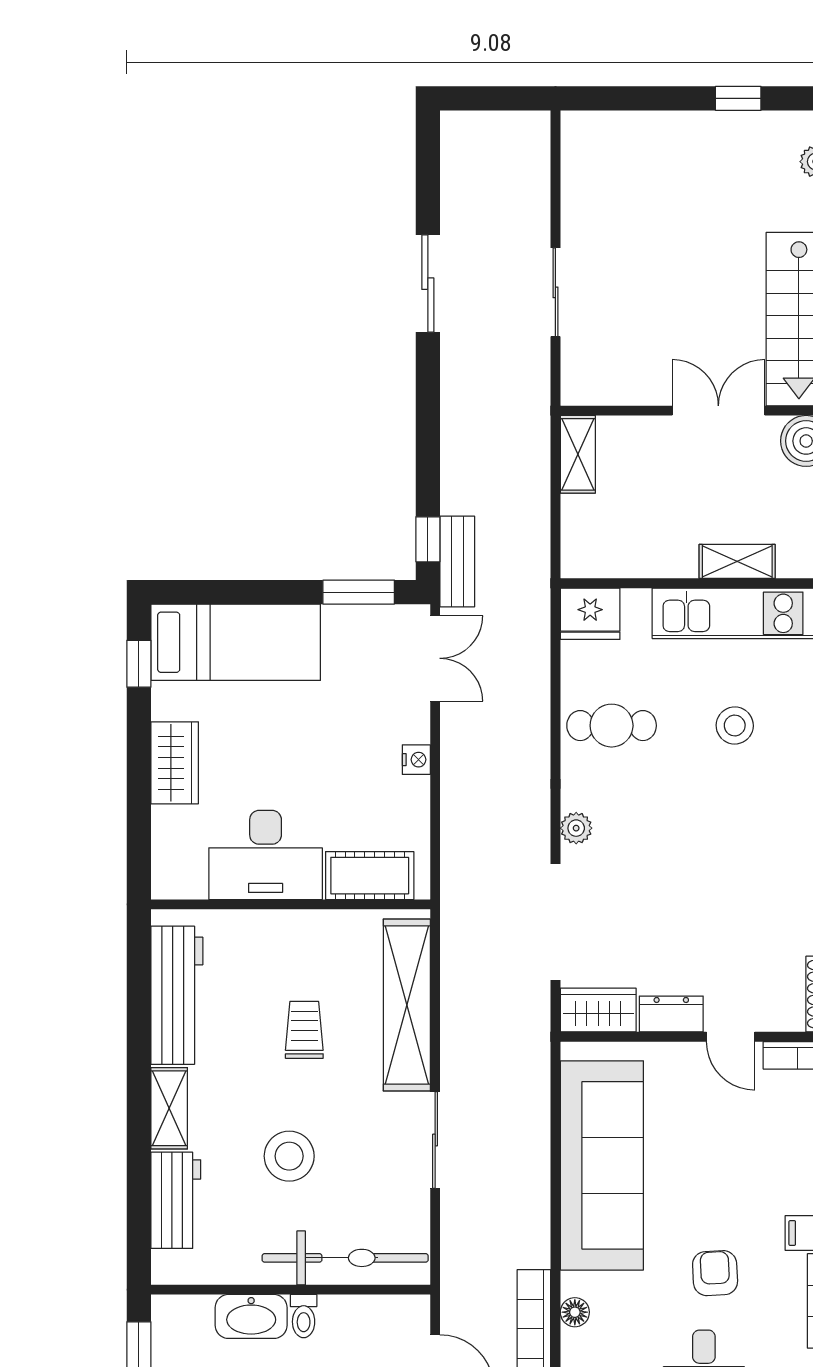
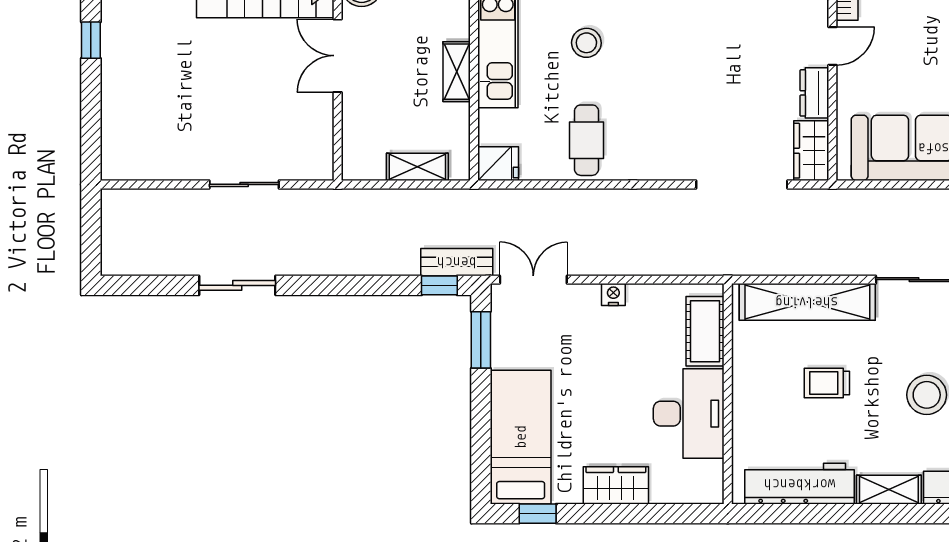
shelving: (578, 454) -> (417, 167), moved
shelving: (737, 561) -> (457, 72), moved
fridge: (590, 614) -> (498, 164), width x0.72
plant: (576, 828) -> (667, 168), removed

